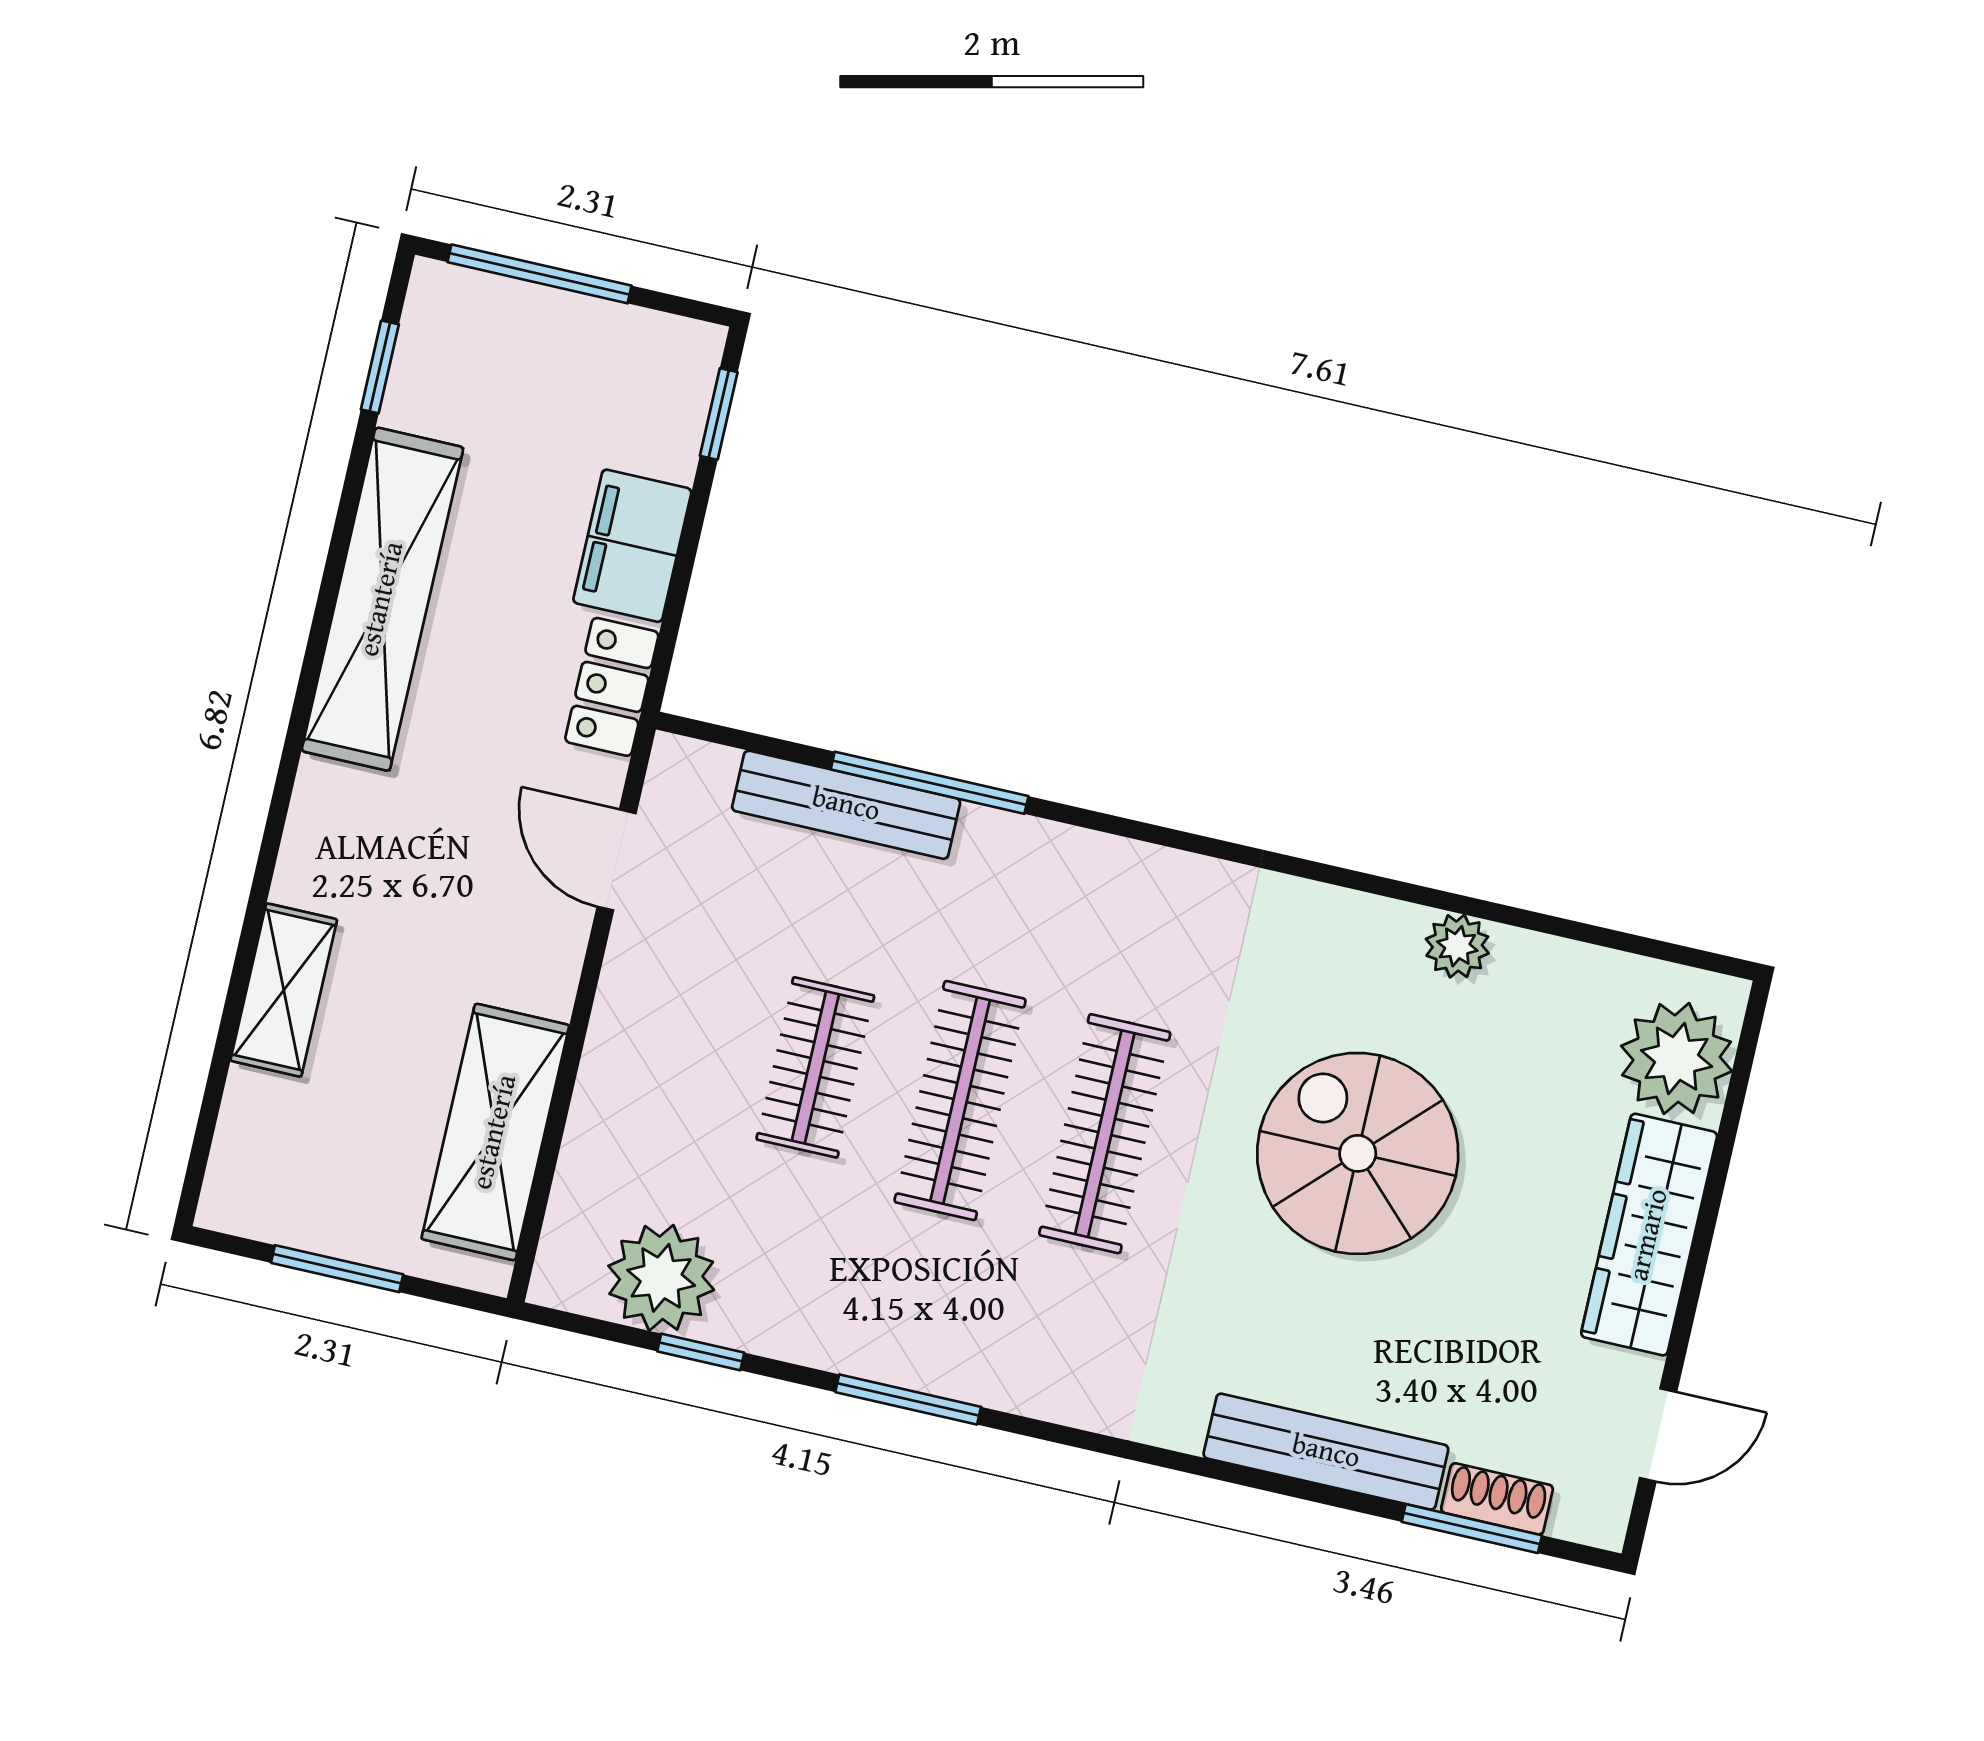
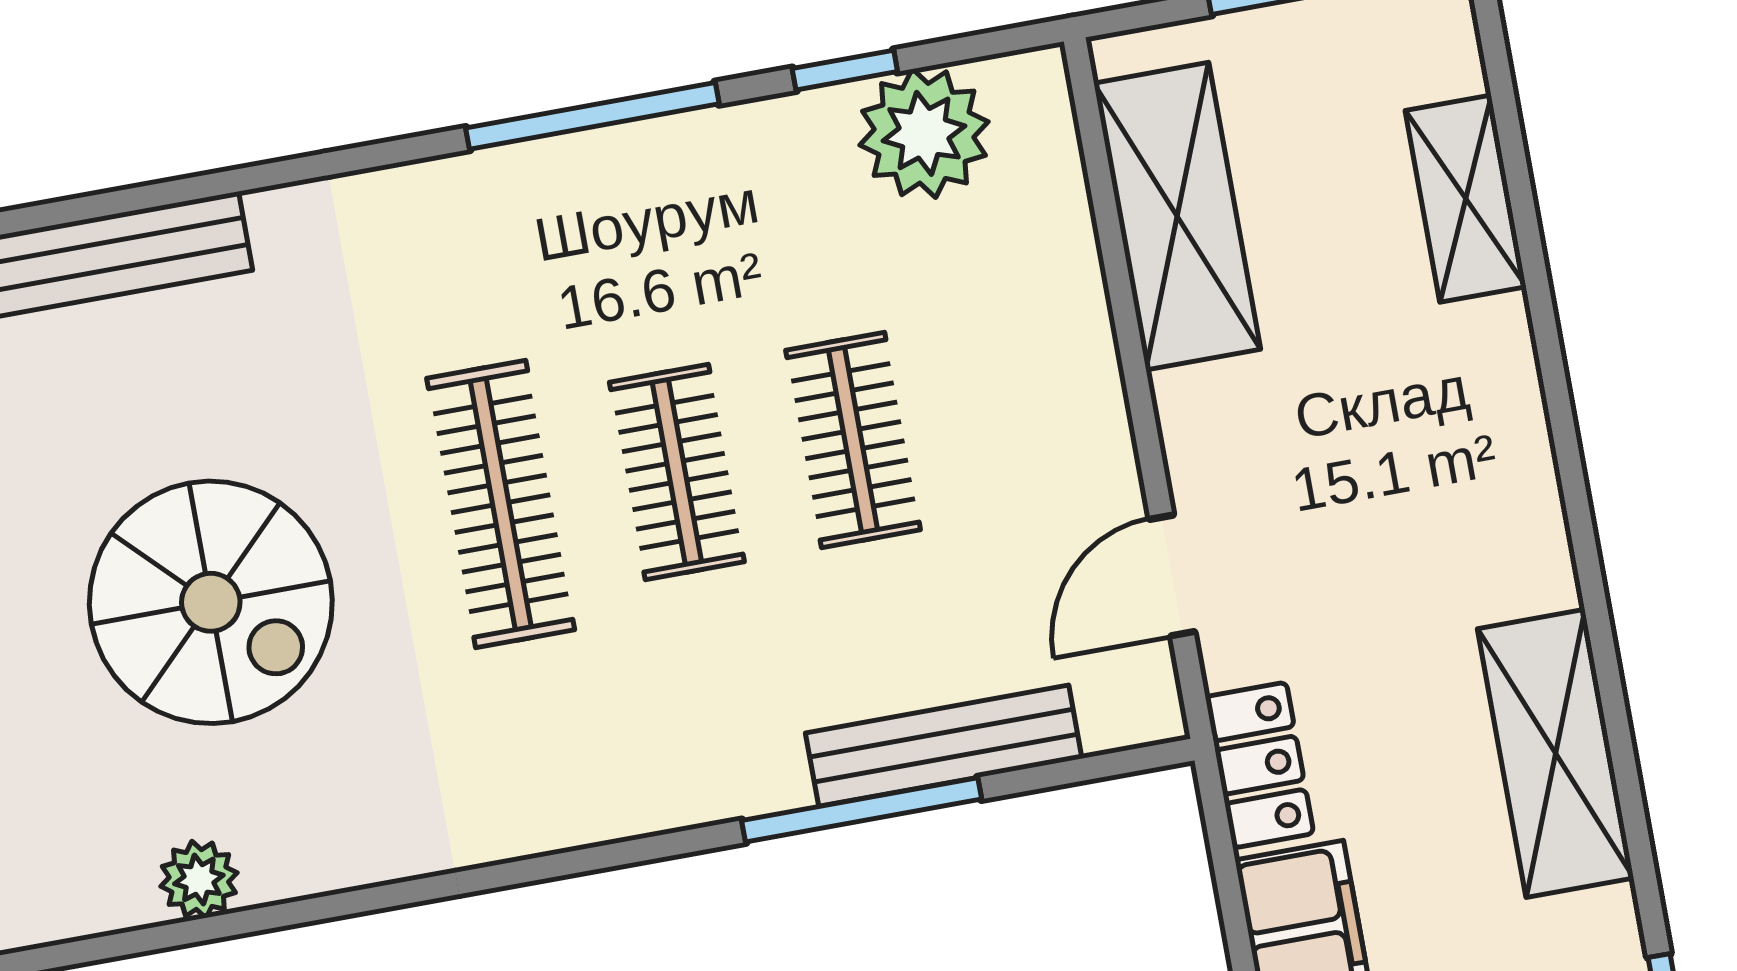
shelving: (382, 599) -> (1556, 753), width x0.68
door: (617, 860) -> (1172, 575), swing flipped
shelving: (284, 990) -> (1466, 199), moved
clothes rail: (960, 1101) -> (677, 472), width x0.73
window: (908, 1399) -> (592, 116), width x1.44

